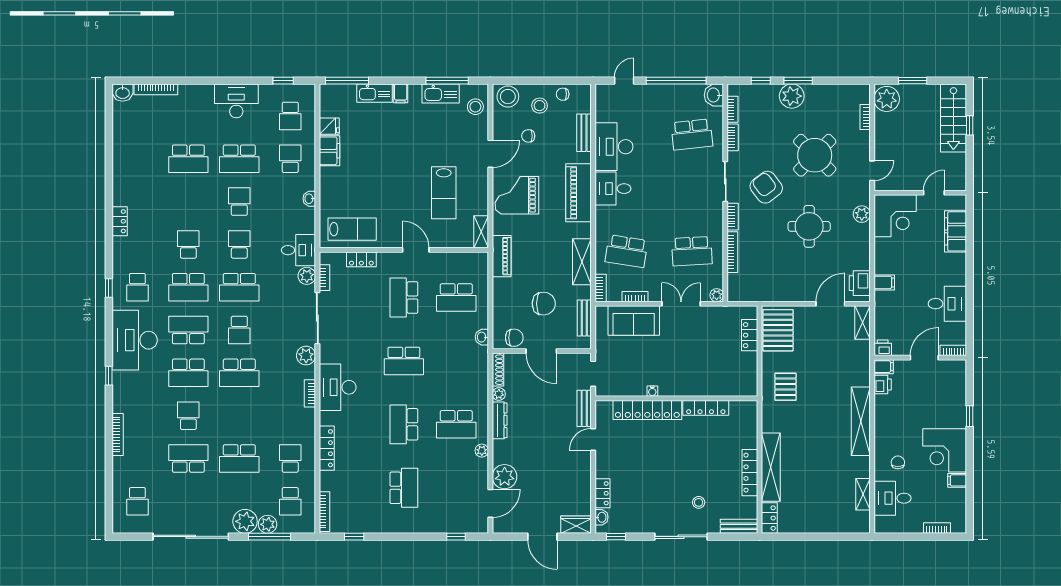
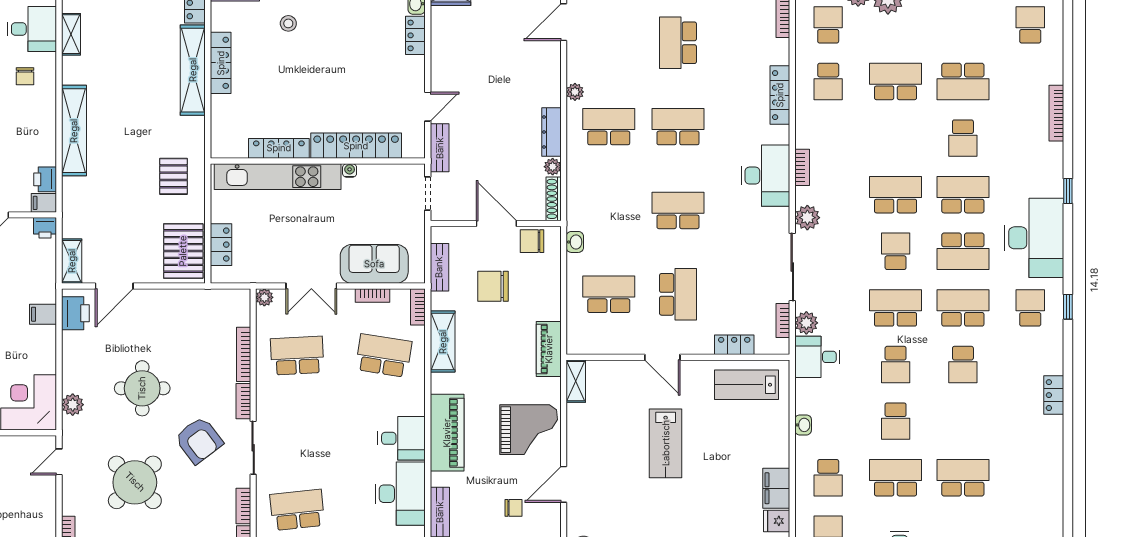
lab bench: (444, 193) -> (666, 443), moved, turned 180
kitchen unit: (707, 386) -> (278, 177), added
school desk: (404, 424) -> (678, 127), turned -90
plant: (505, 477) -> (545, 57), removed

